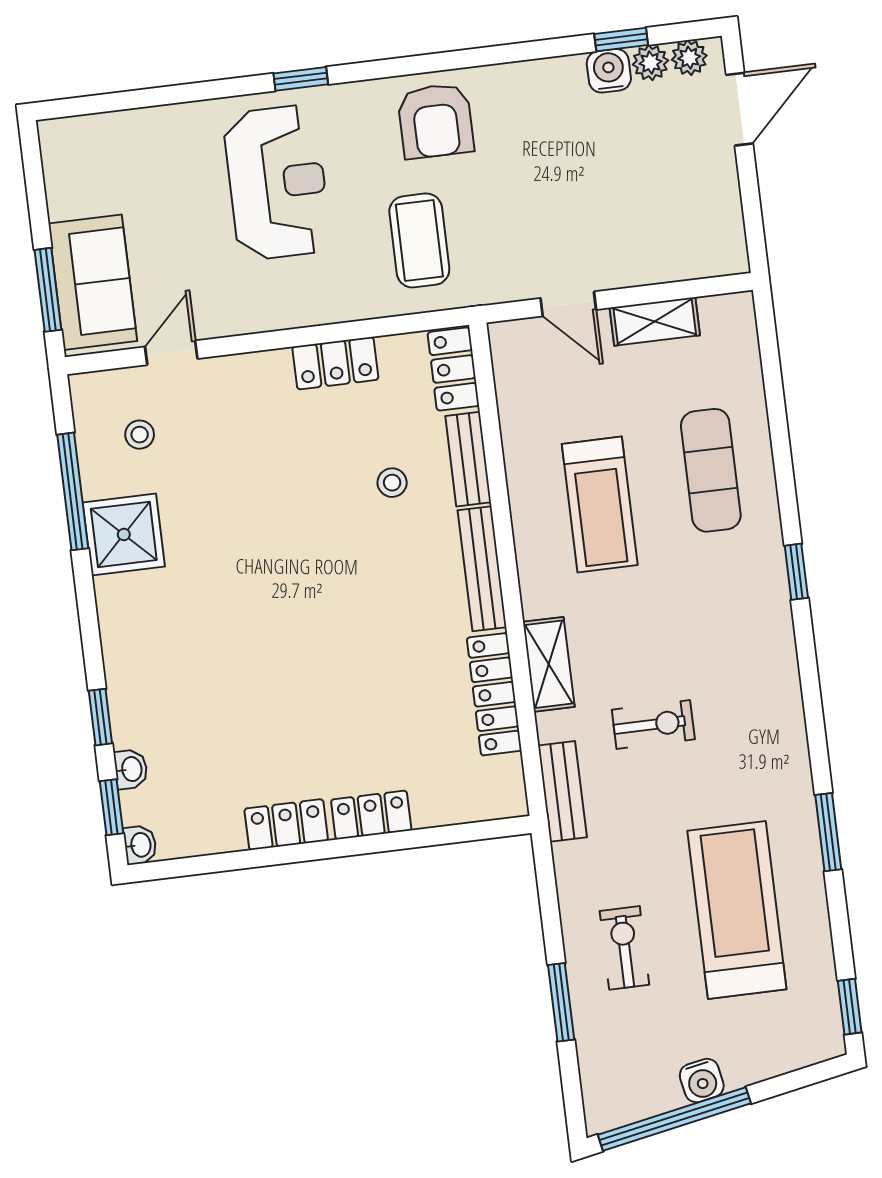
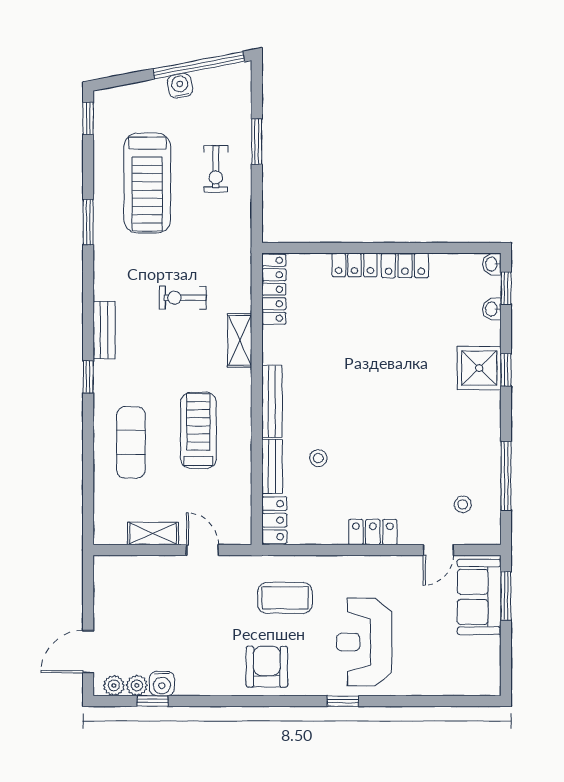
coffee table: (419, 240) -> (285, 598), turned 90
locker: (335, 363) -> (373, 532), moved
shower: (124, 534) -> (479, 368), moved
locker: (494, 694) -> (274, 289), moved
window: (100, 717) -> (506, 370), moved
bench: (562, 791) -> (104, 330), moved

